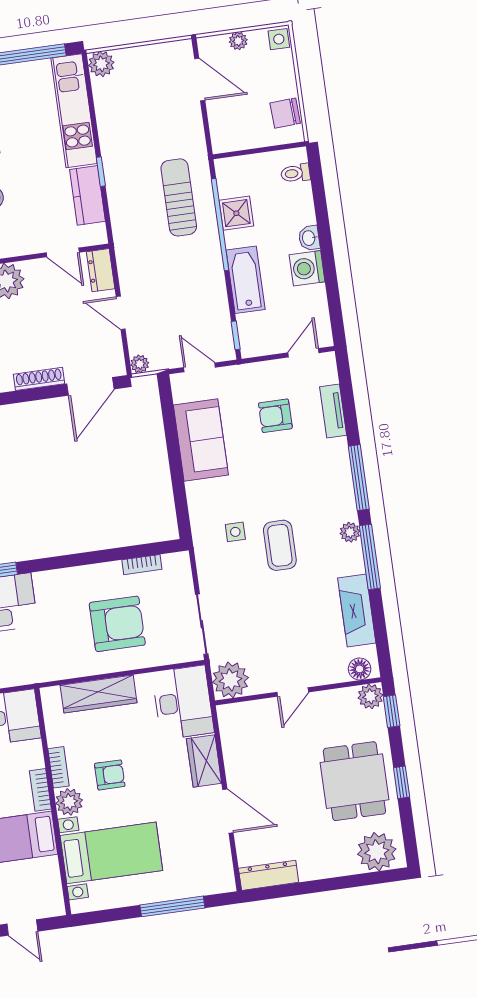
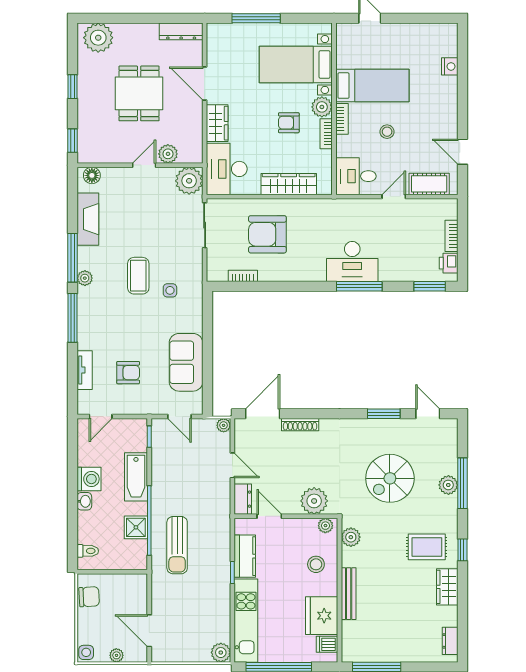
plant: (370, 696) -> (168, 154), moved
dining table: (354, 781) -> (139, 93), moved

